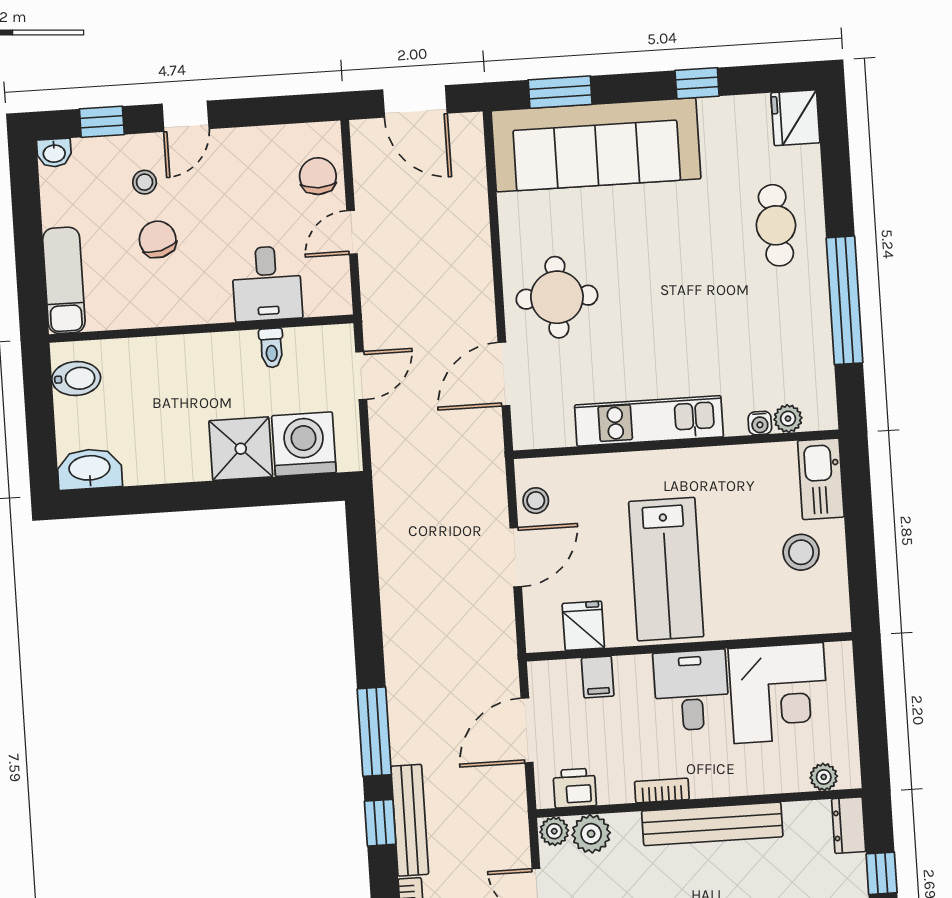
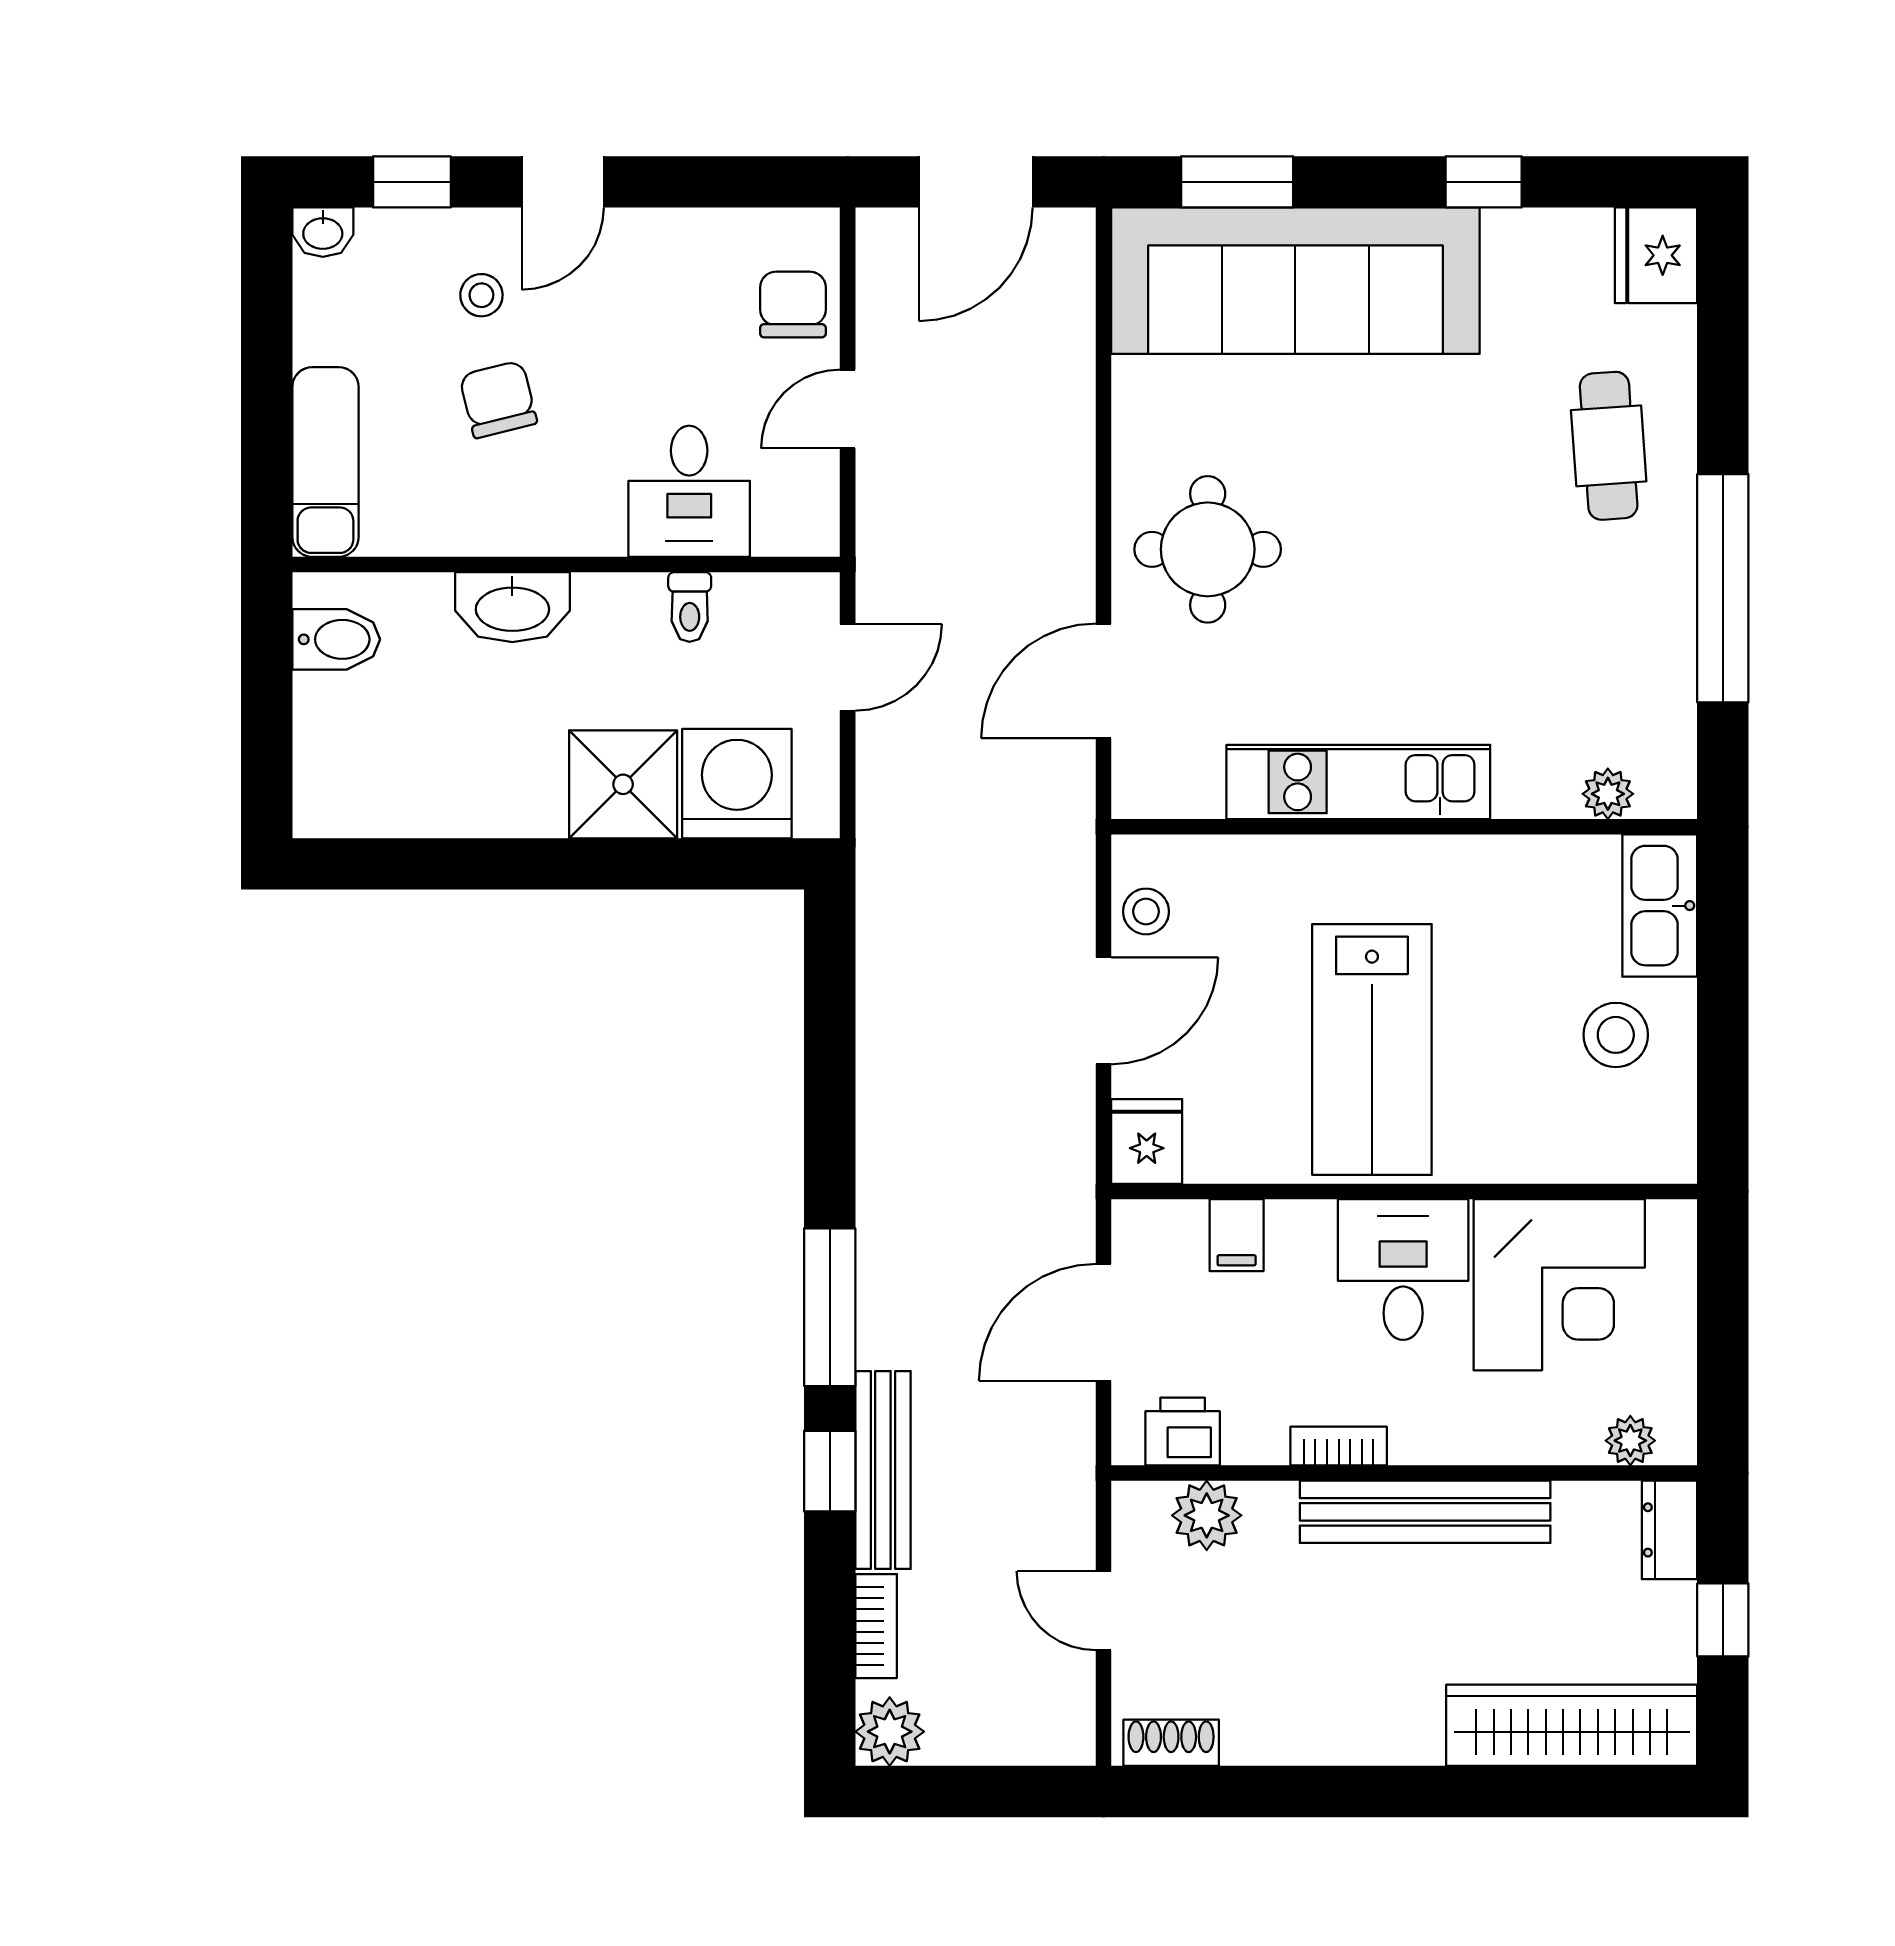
door: (415, 101) -> (976, 182), hinge flipped
water cooler: (760, 423) -> (1557, 798), removed
washbasin: (90, 469) -> (512, 607), moved, turned 180
fridge: (583, 626) -> (1147, 1141), moved
plant: (554, 831) -> (1141, 1507), removed

